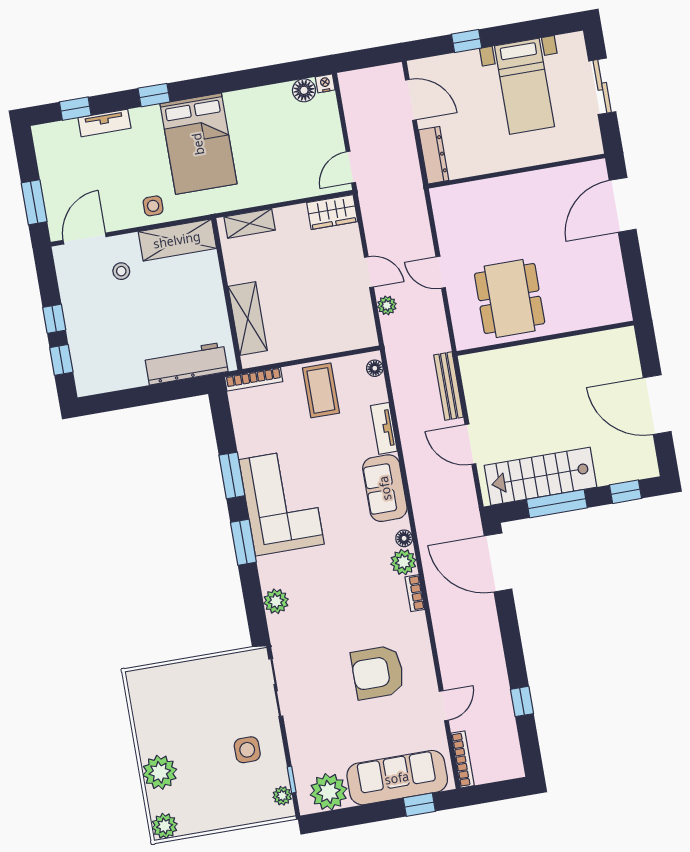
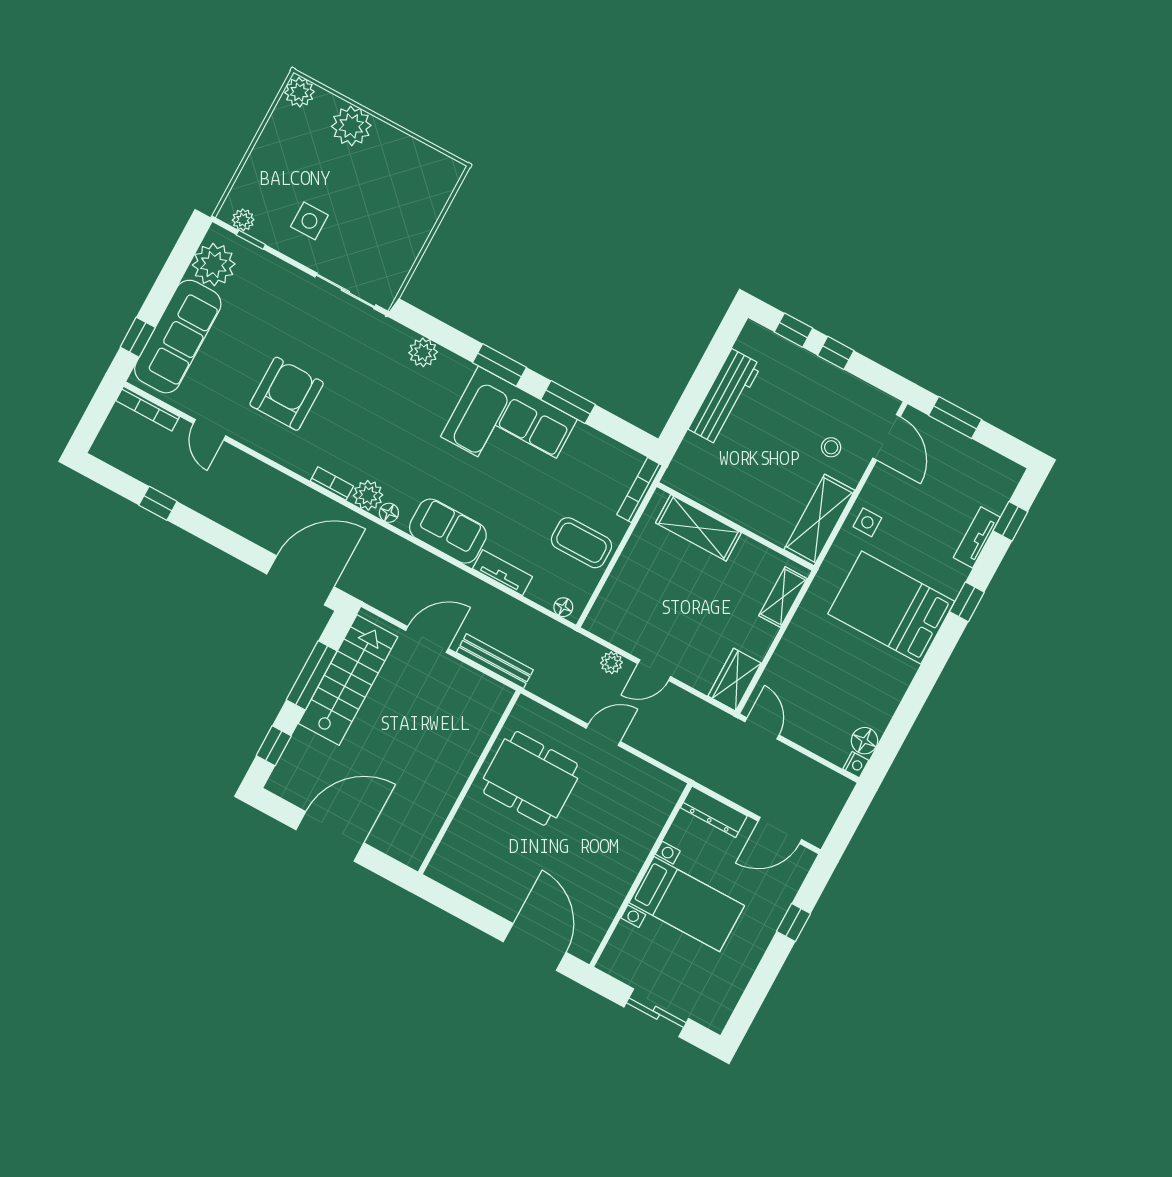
bed with nightstands: (524, 86) -> (687, 904), moved, turned 180
workbench: (186, 364) -> (725, 397), moved

